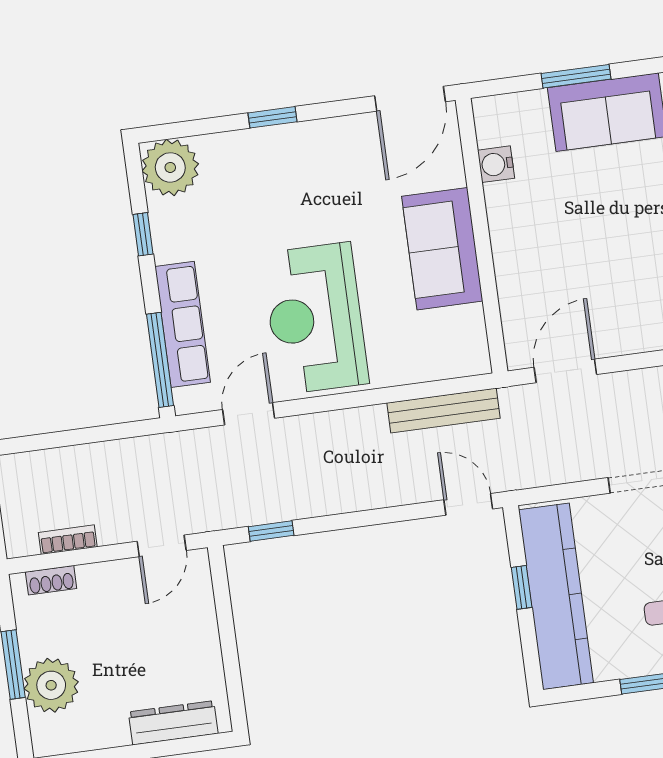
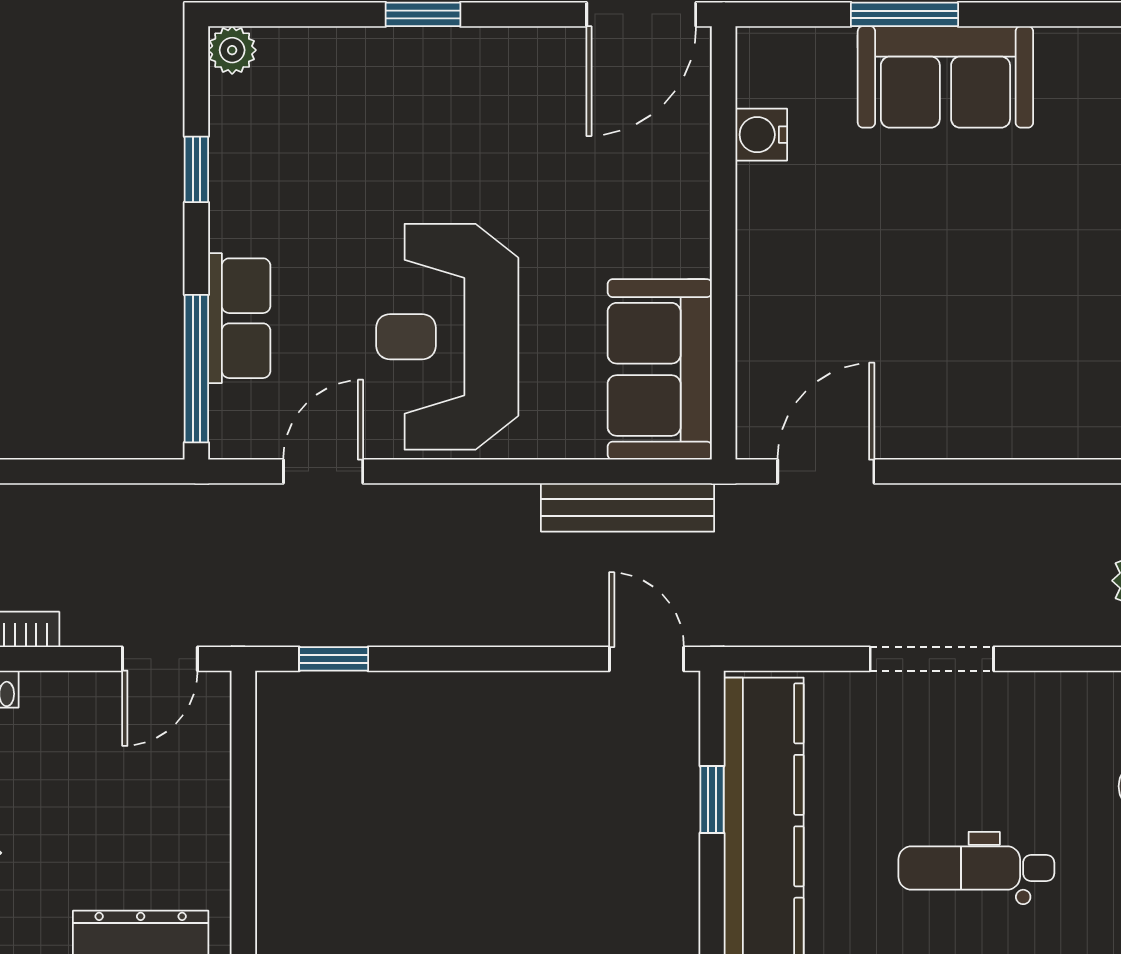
plant: (170, 167) -> (232, 50), width x0.53, depth x0.53
sofa: (442, 249) -> (660, 369), moved
row of seats: (183, 324) -> (239, 318), width x0.68

